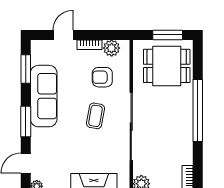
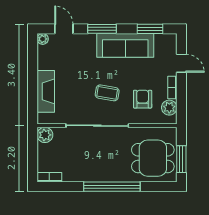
dining table: (167, 66) -> (153, 158), turned 90

